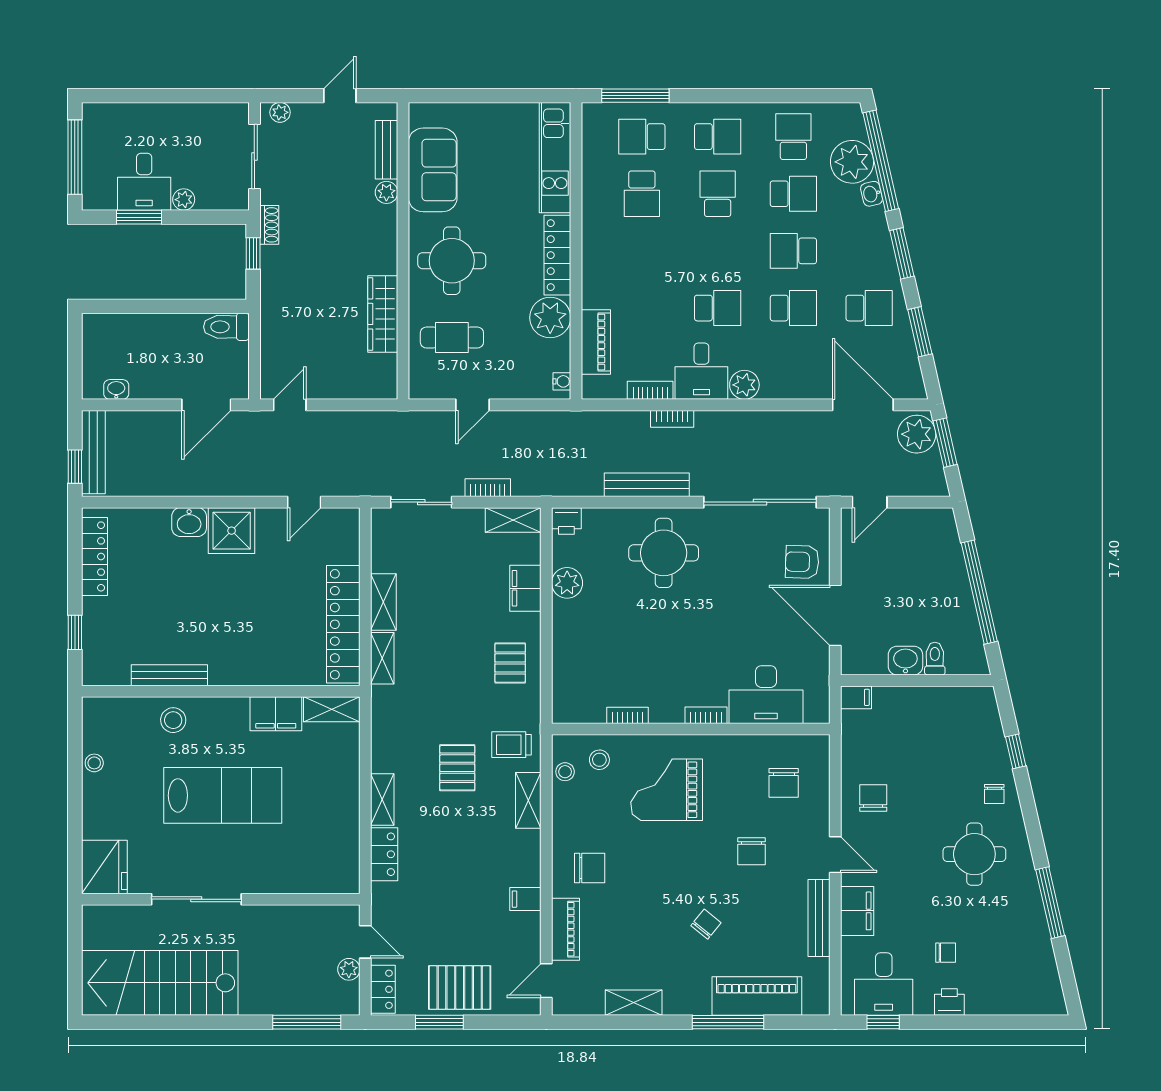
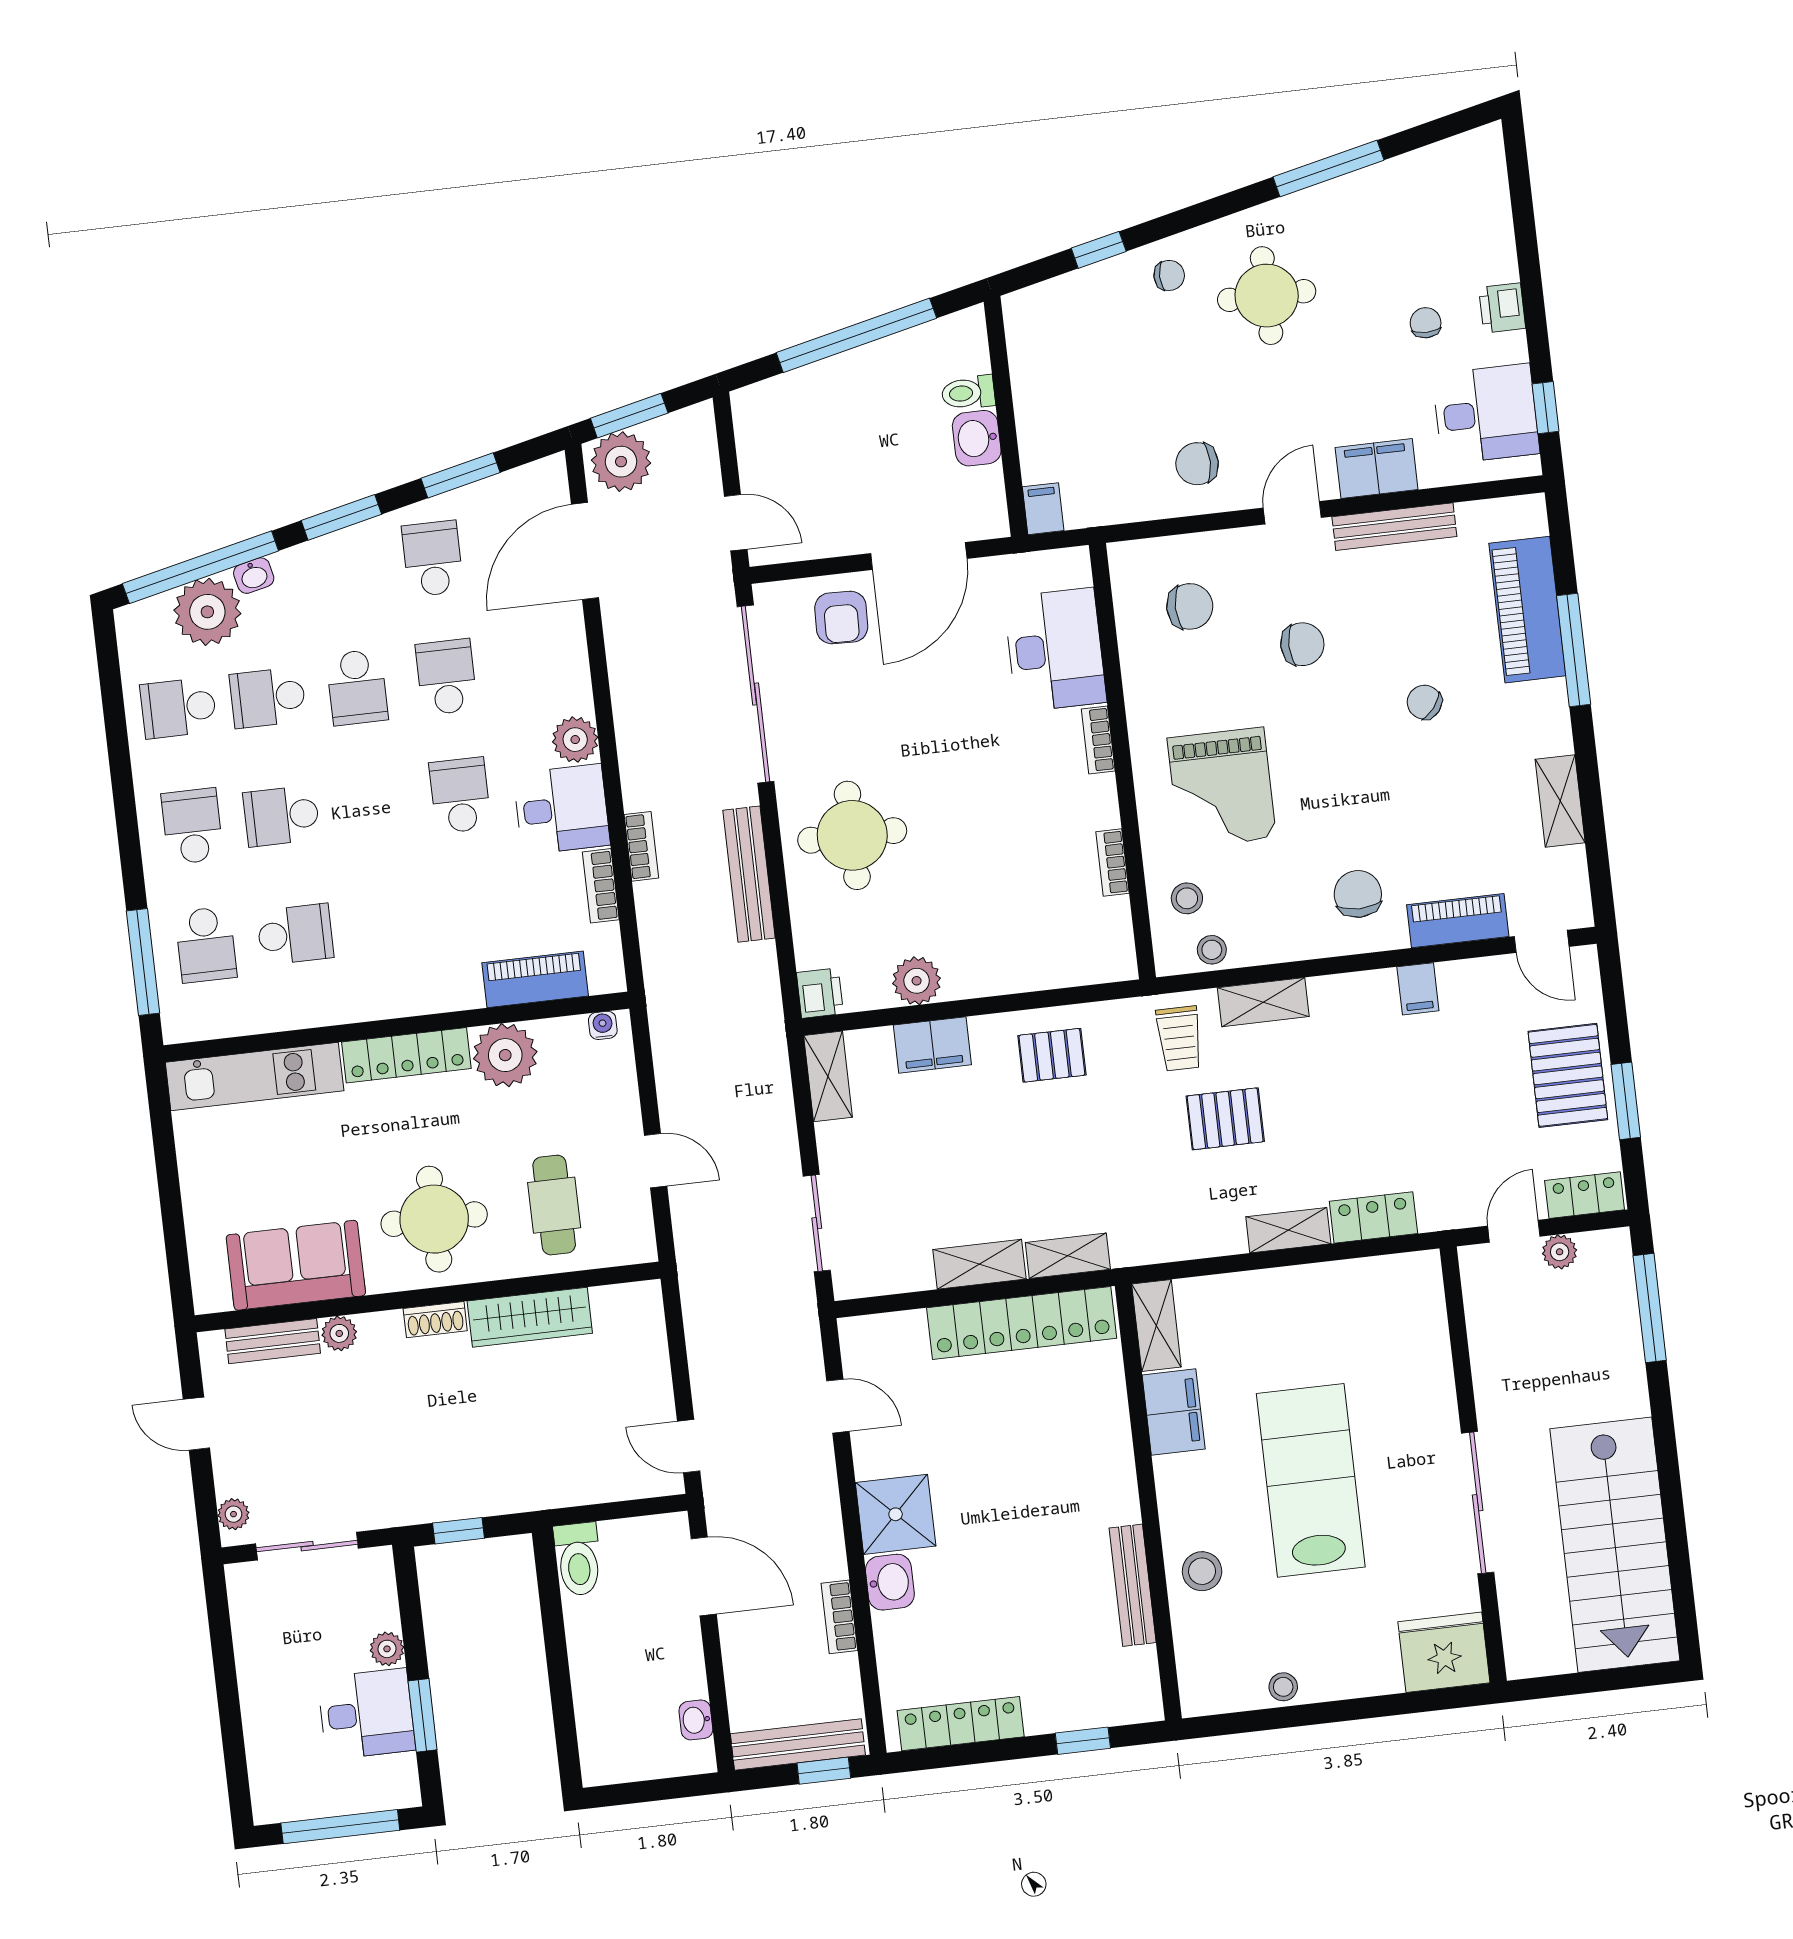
school desk: (793, 194) -> (268, 698), turned -90
shoe rack: (269, 225) -> (435, 1320), moved, turned 180
bookcase: (488, 488) -> (839, 1617), moved

